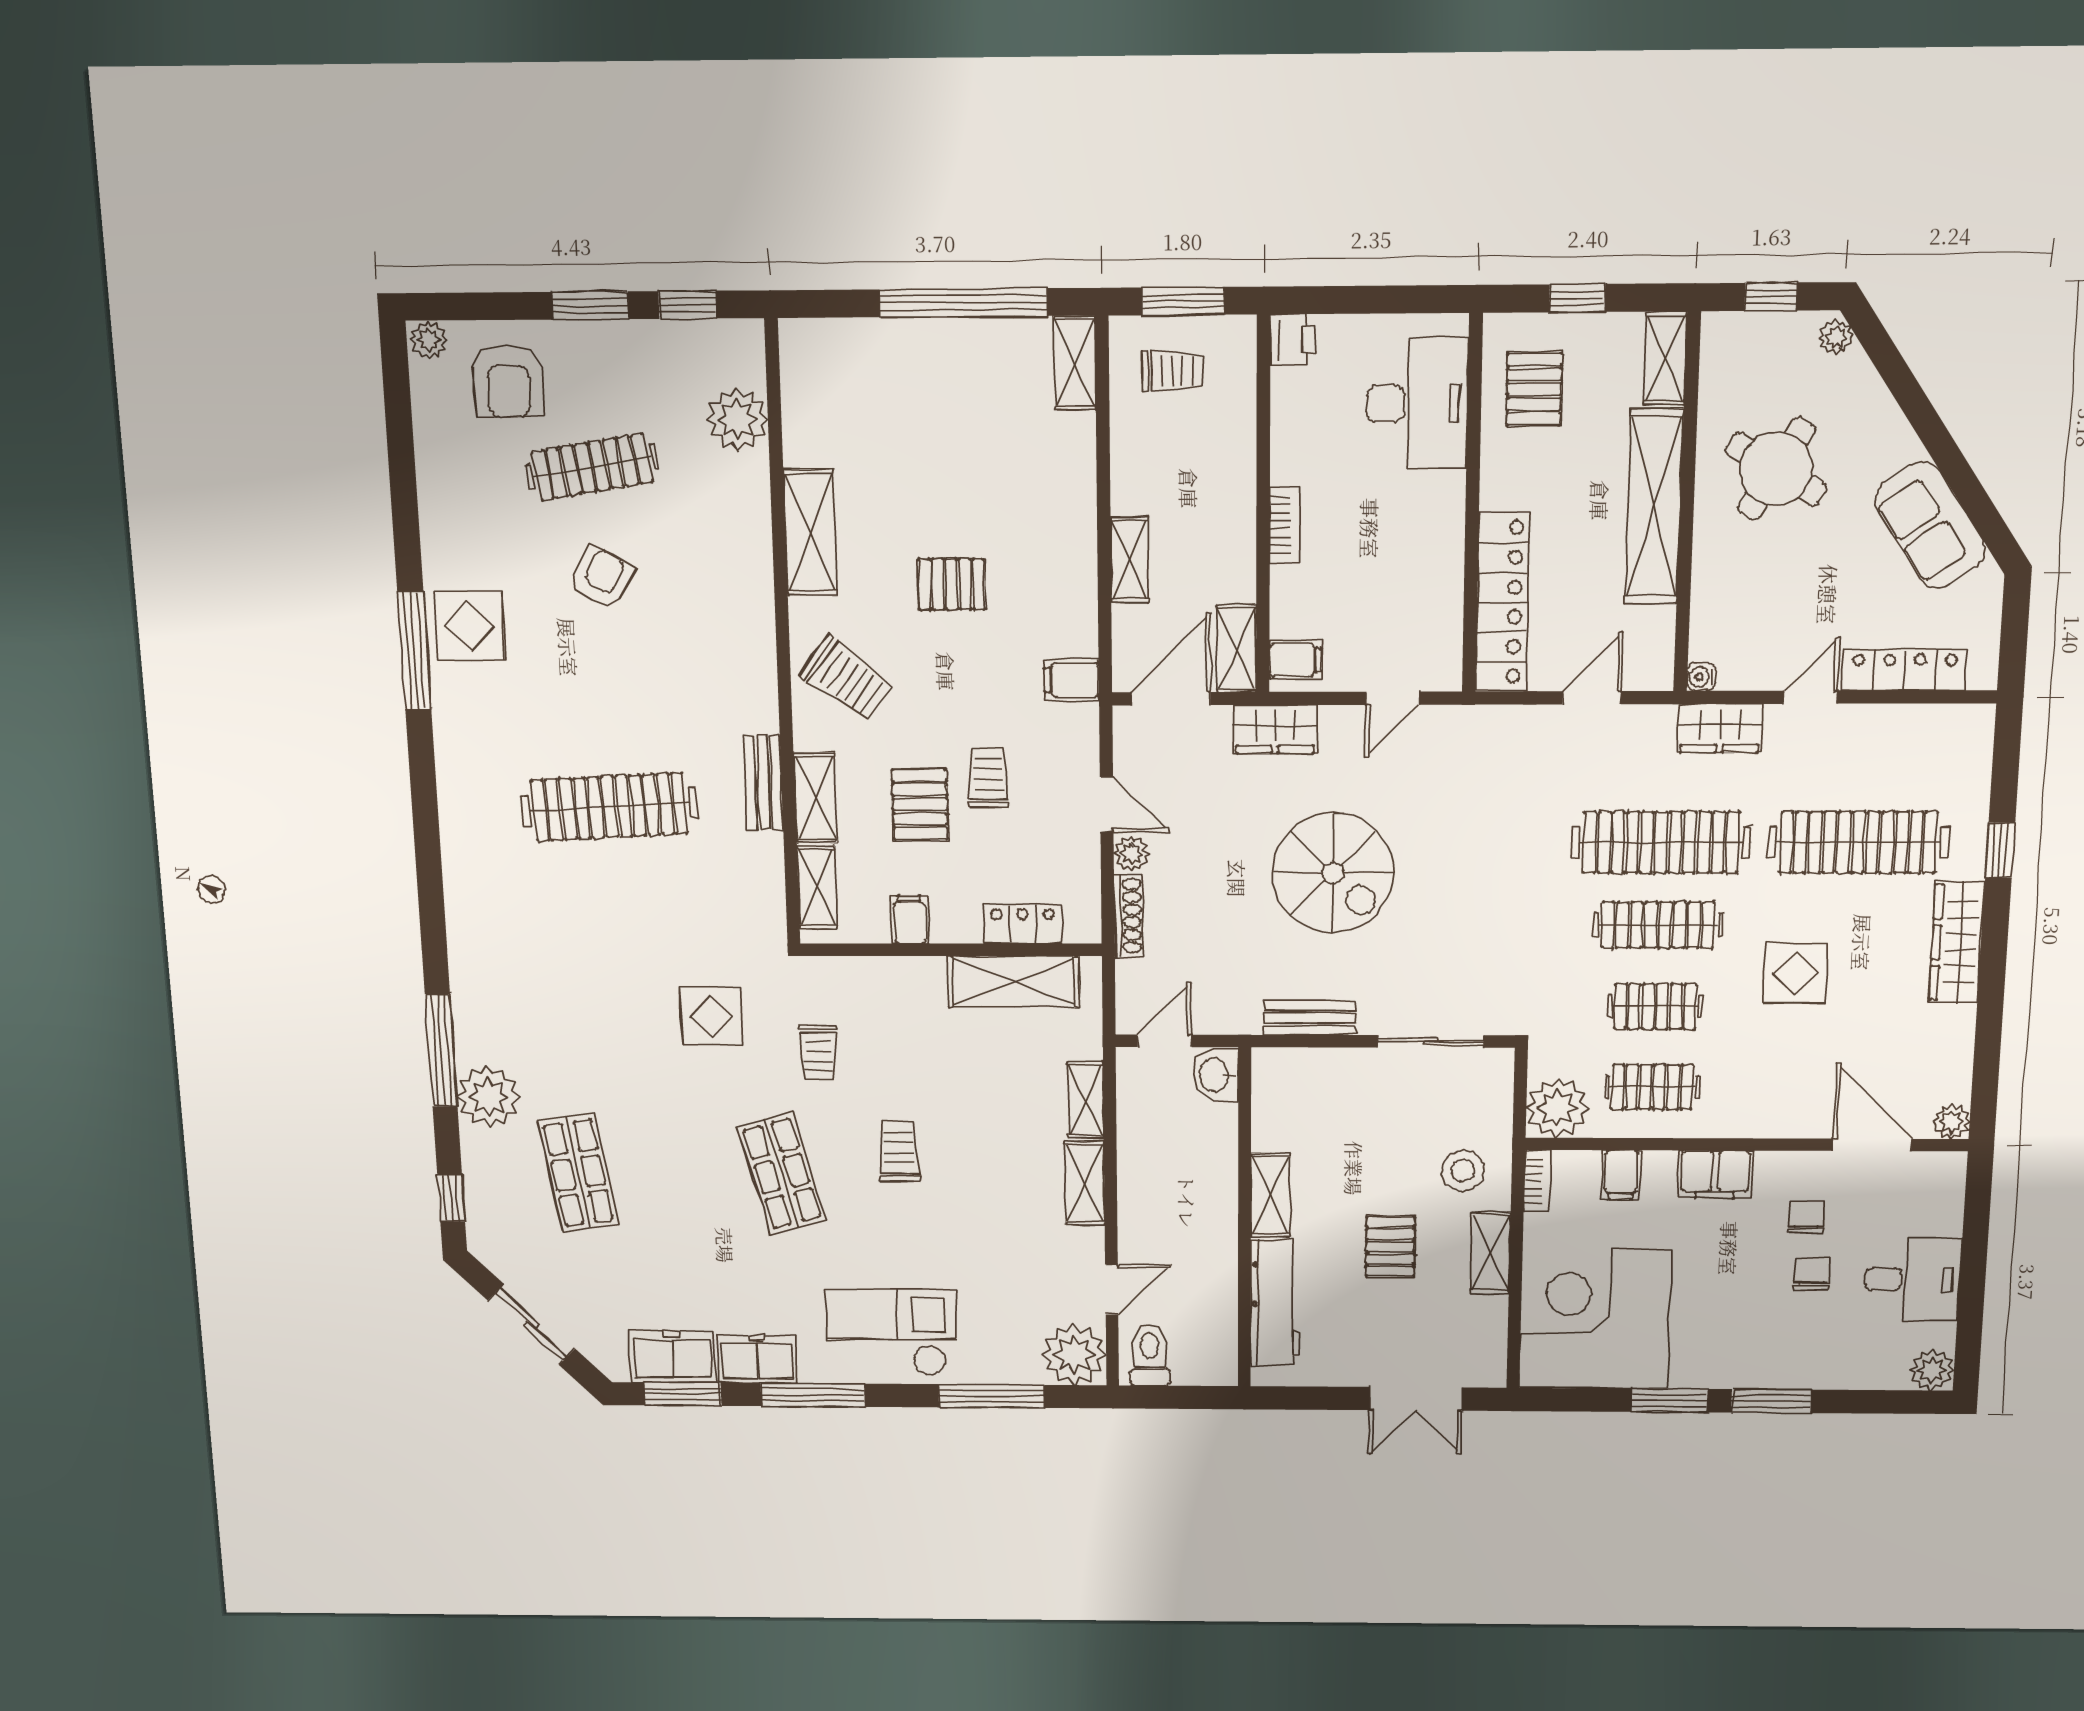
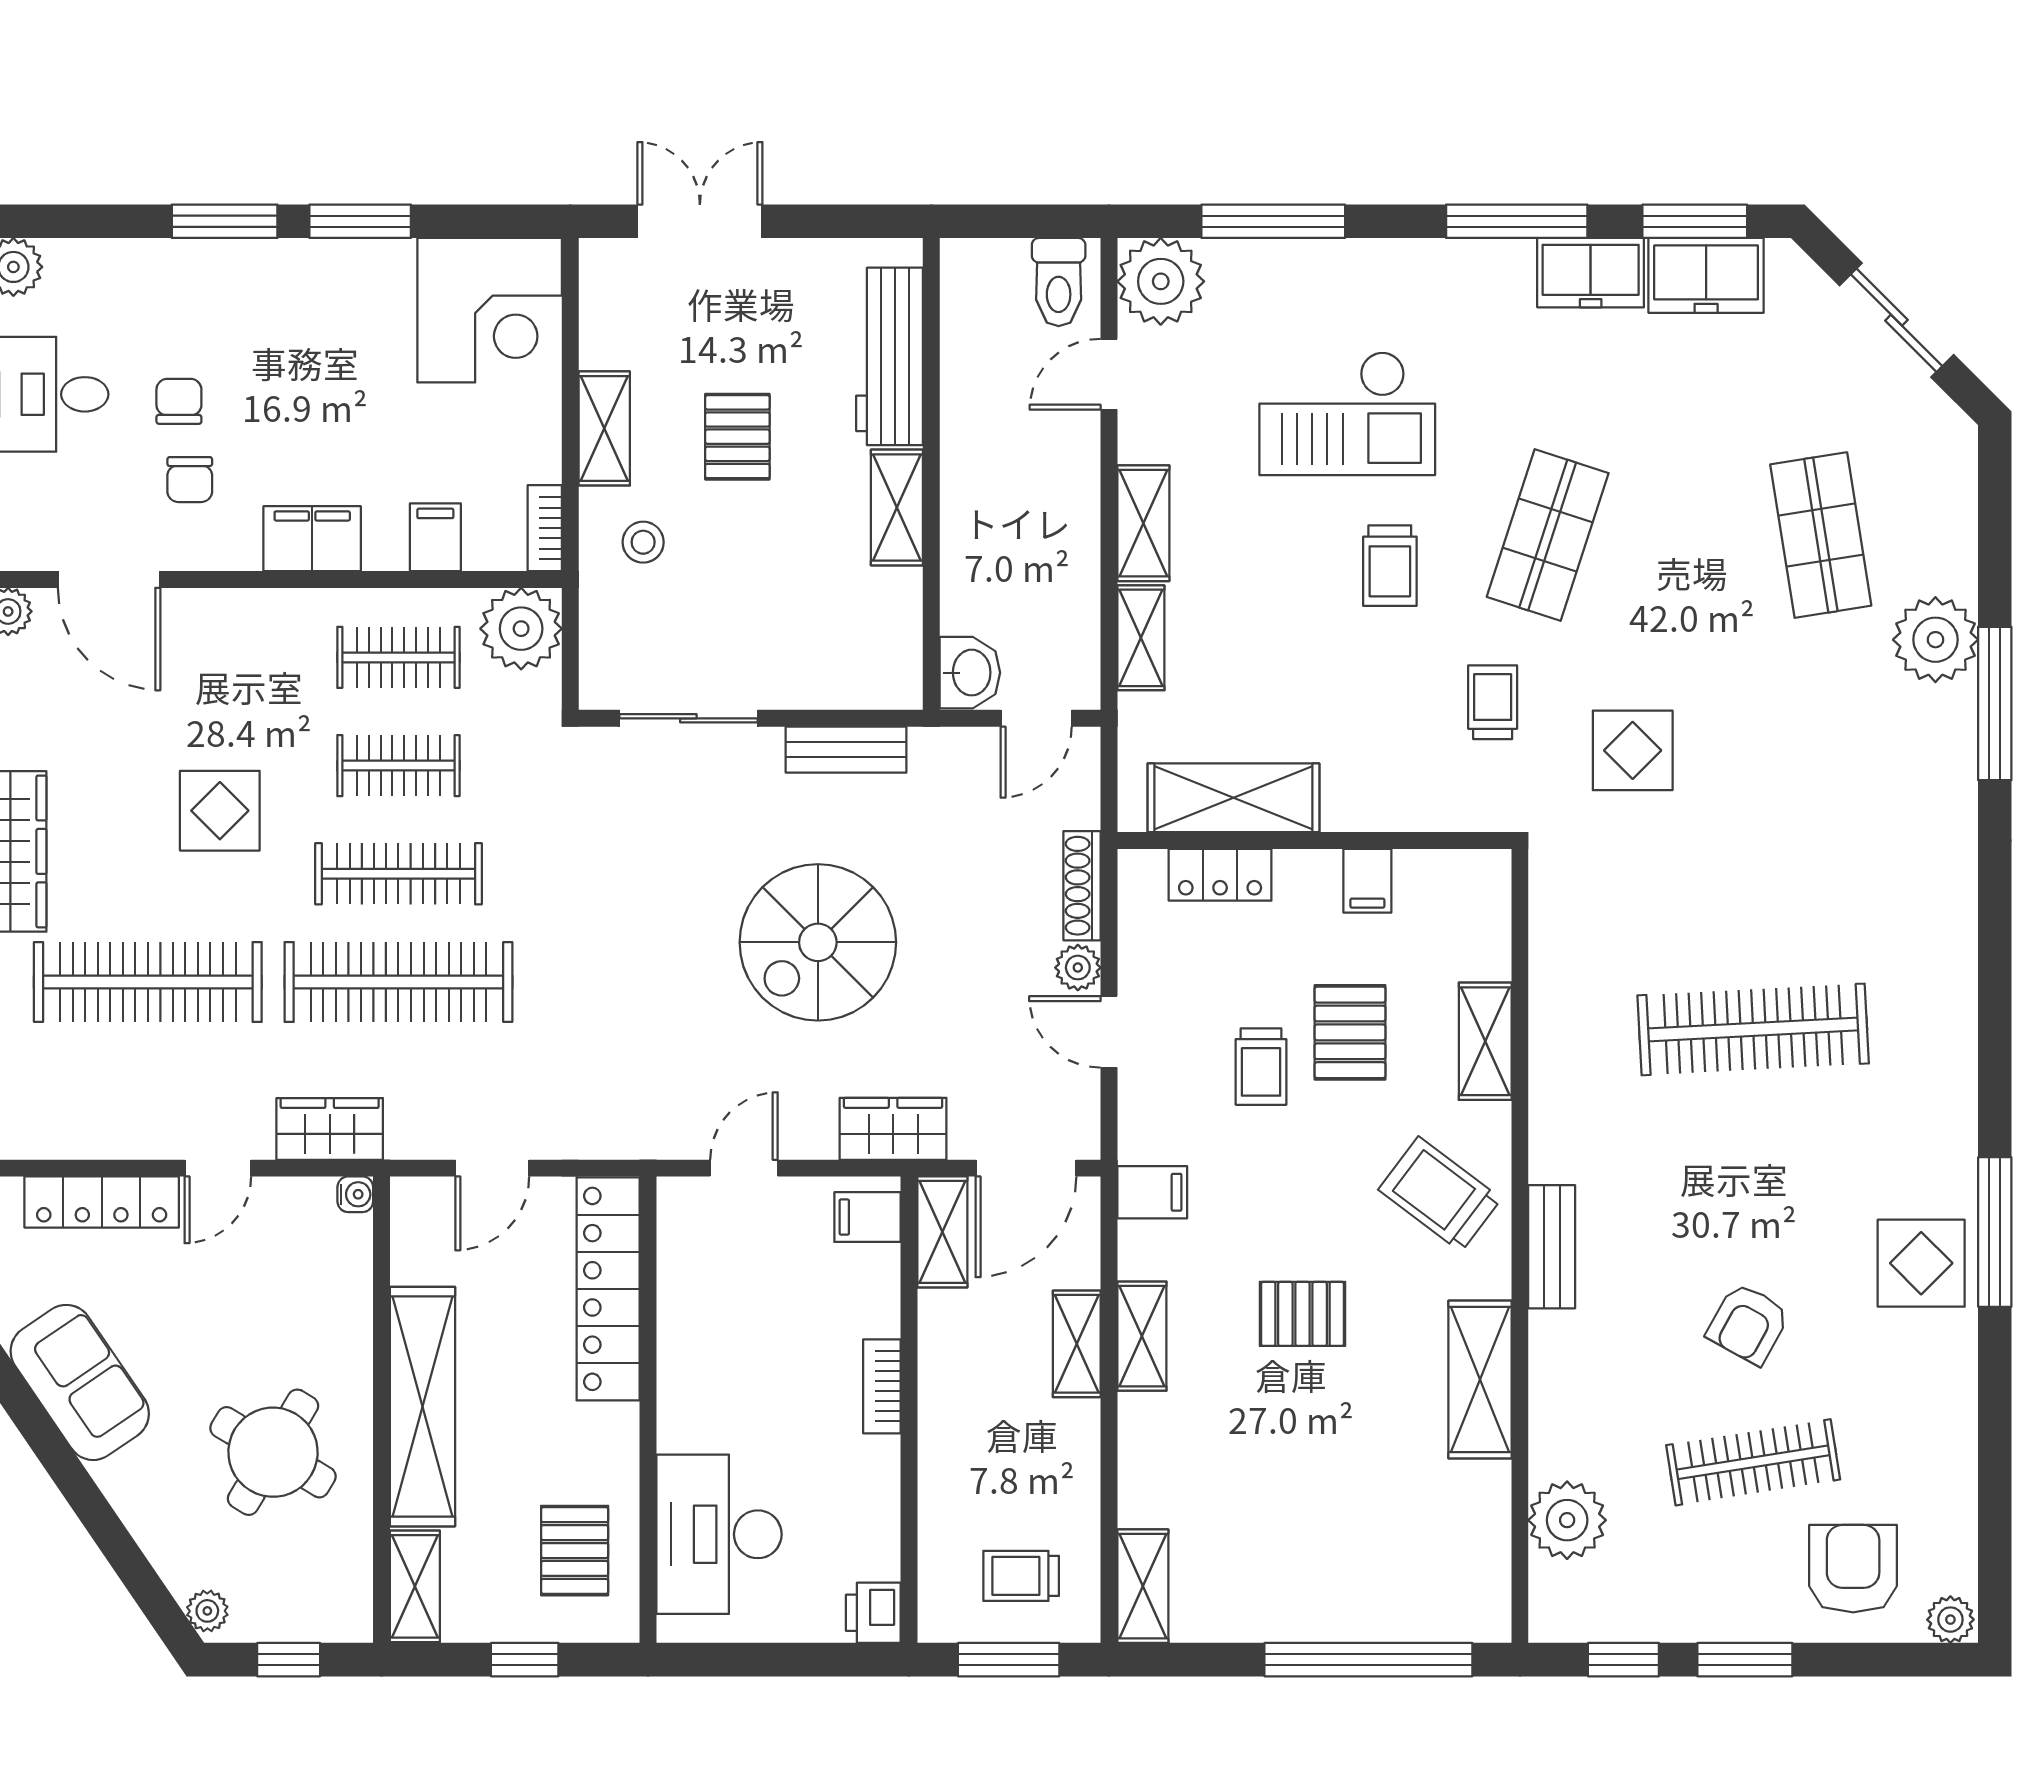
window: (964, 303) -> (1368, 1660), moved
bench: (763, 783) -> (1552, 1247), moved
spiral stairs: (1333, 873) -> (818, 942), turned -90
shelving: (817, 887) -> (1142, 1336), moved
stool: (1463, 1171) -> (643, 542), width x0.73, depth x0.73
shop shelf: (782, 1173) -> (1548, 535), turned 33
window: (451, 1198) -> (1995, 499), removed
chair: (1812, 1274) -> (179, 401), turned 180
corner desk: (1595, 1319) -> (490, 310), width x0.74, depth x0.74
checkout: (891, 1332) -> (1347, 413), moved

